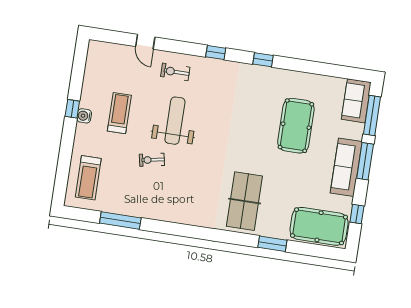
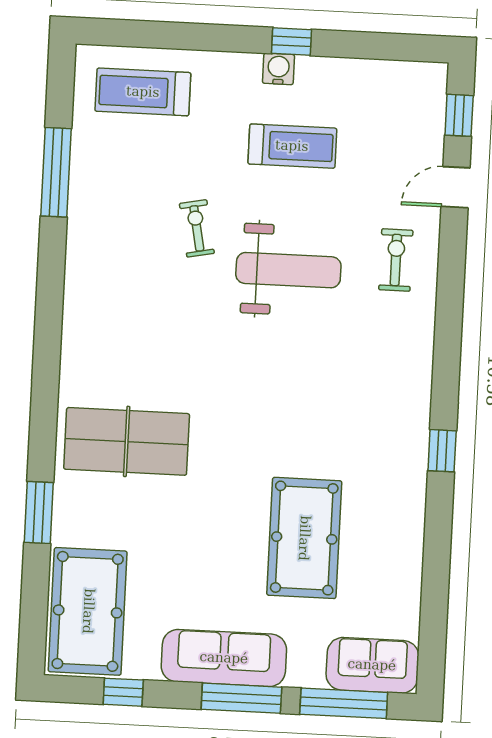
window: (216, 53) -> (459, 115), moved
pool table: (296, 126) -> (304, 538), turned 90

